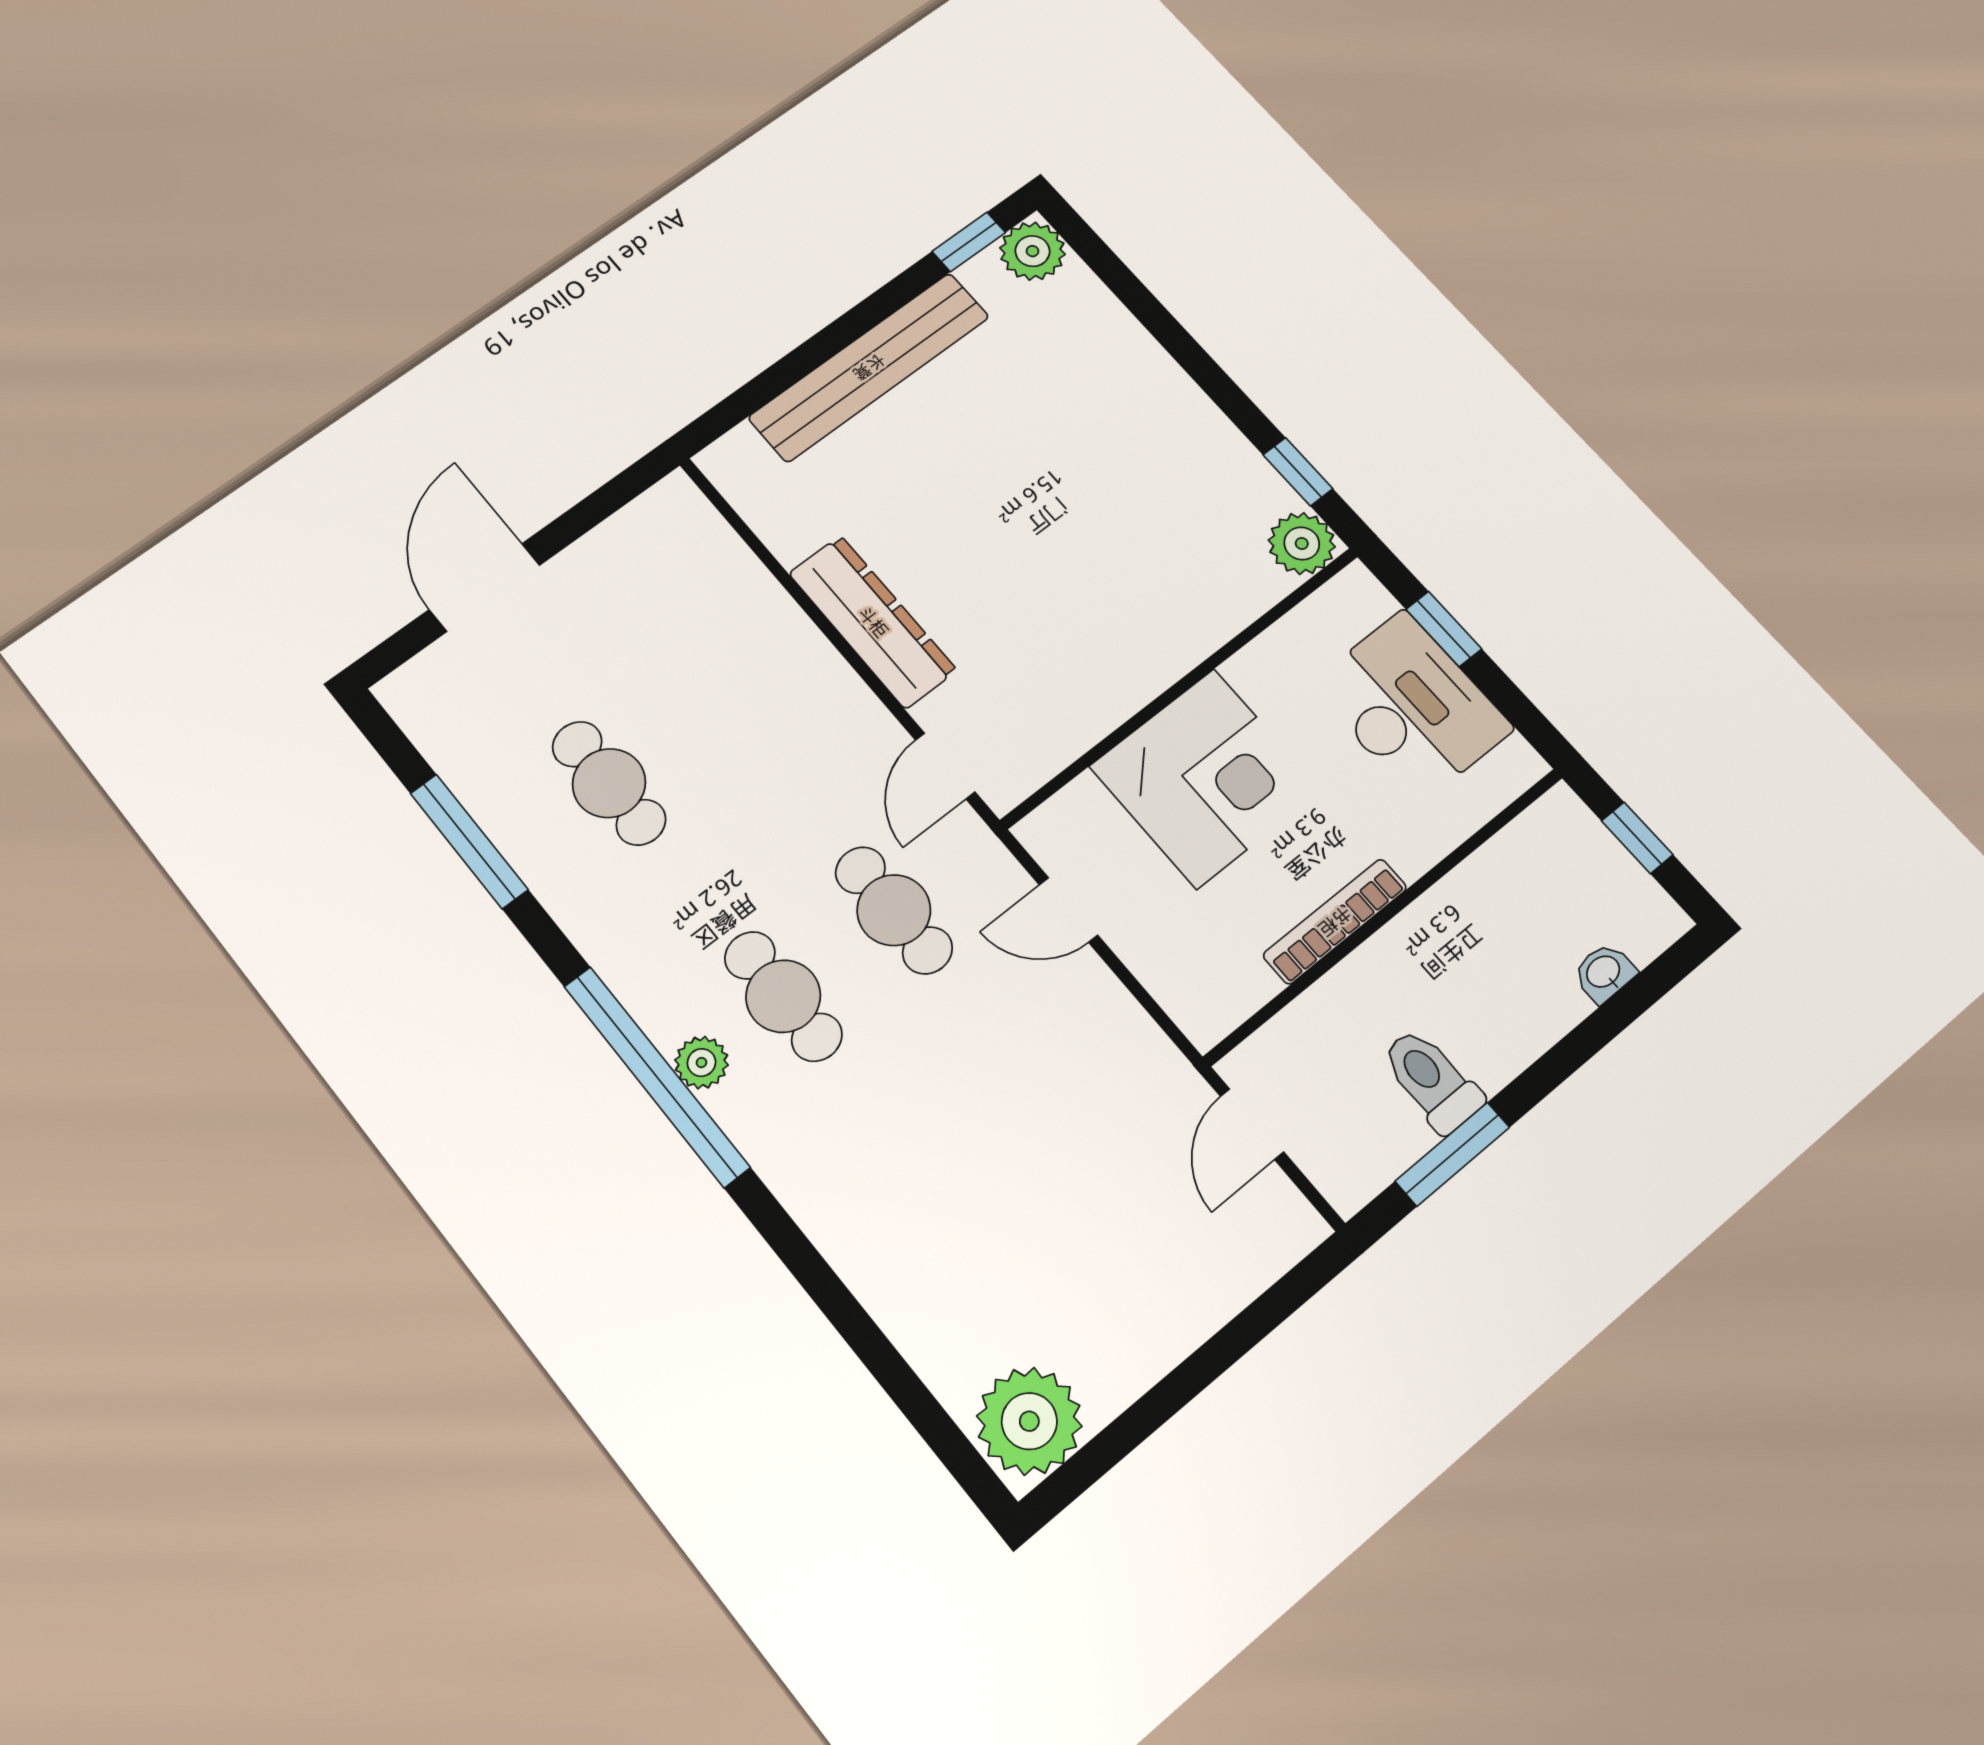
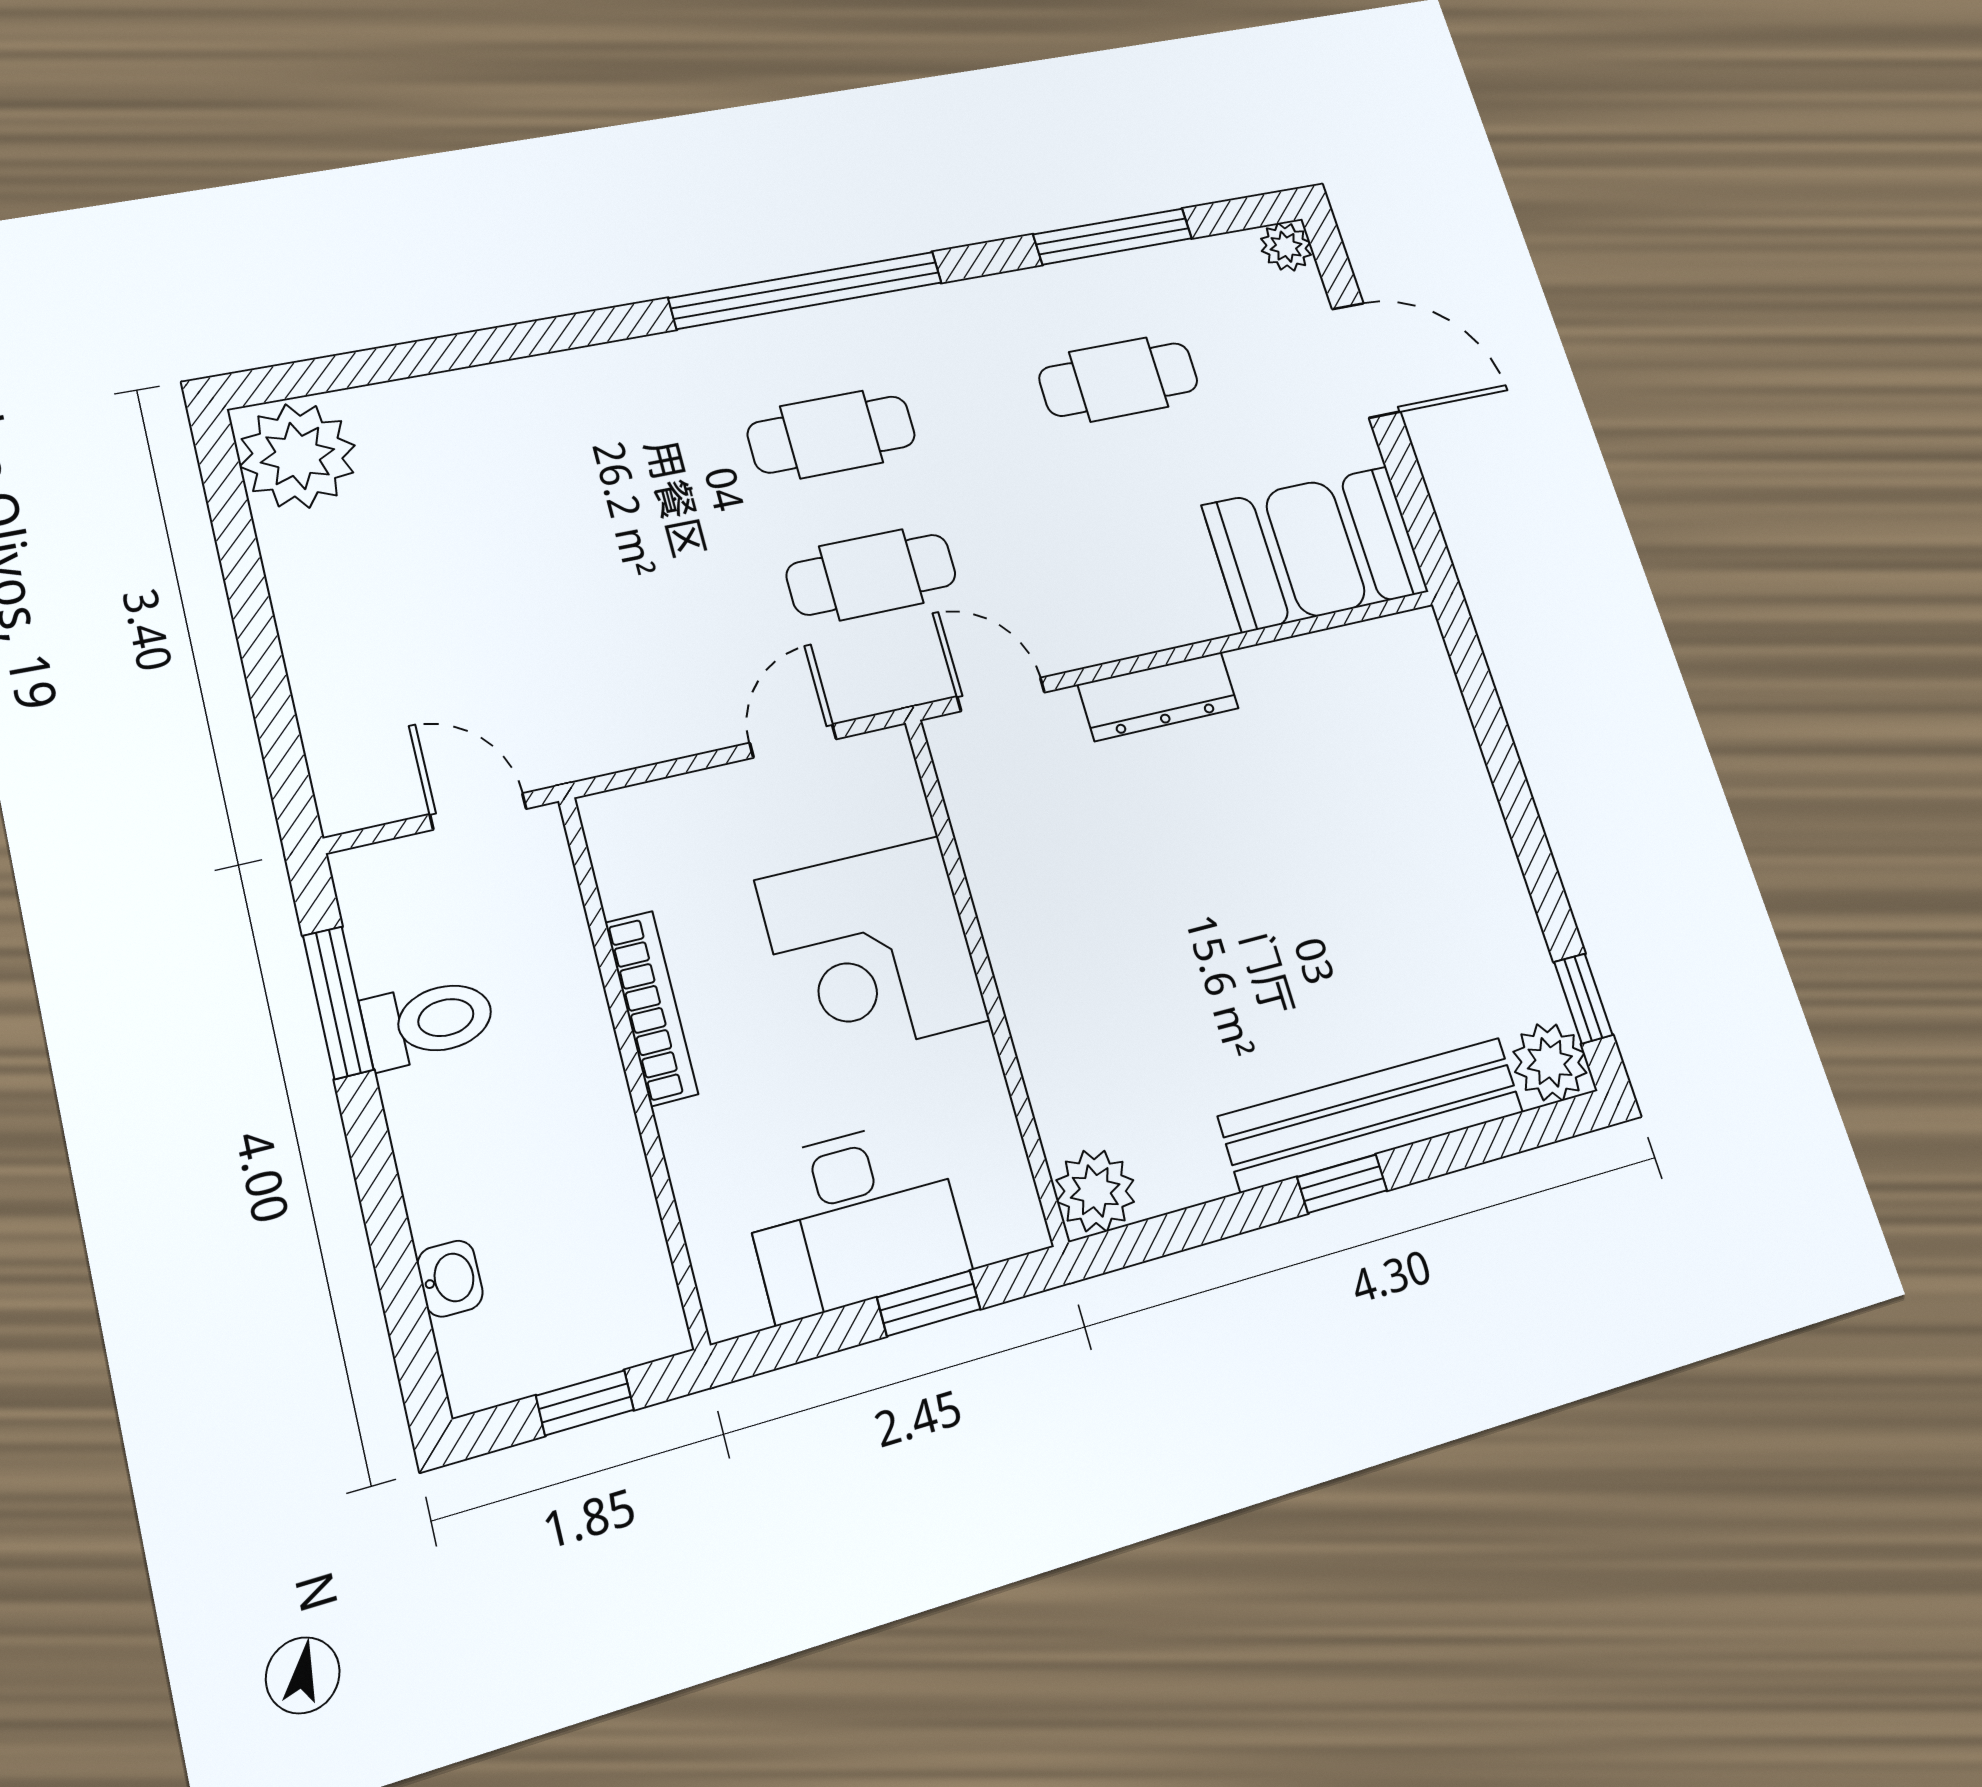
bench: (869, 367) -> (1372, 1114), moved, turned 90
window: (1298, 472) -> (1342, 1184), moved
booth: (687, 568) -> (1315, 549), added
dresser: (873, 622) -> (1158, 696), width x0.73, depth x0.80
plant: (701, 1063) -> (1286, 247), moved

